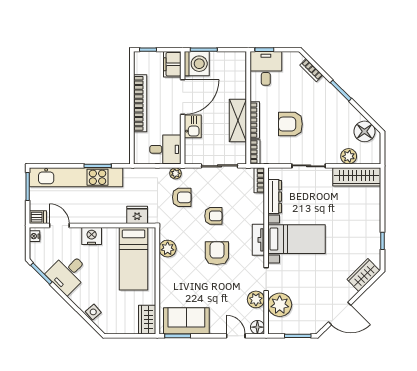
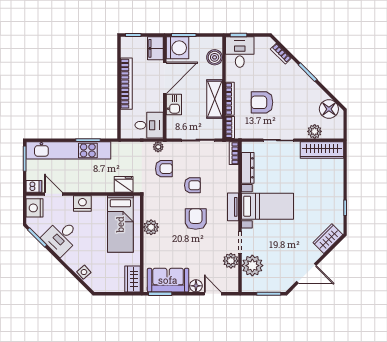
boiler: (238, 74) -> (215, 57), added
nightstand: (34, 236) -> (35, 208), width x1.89, depth x1.79
plant: (168, 249) -> (151, 227), moved
floor lamp: (257, 327) -> (196, 286), moved

